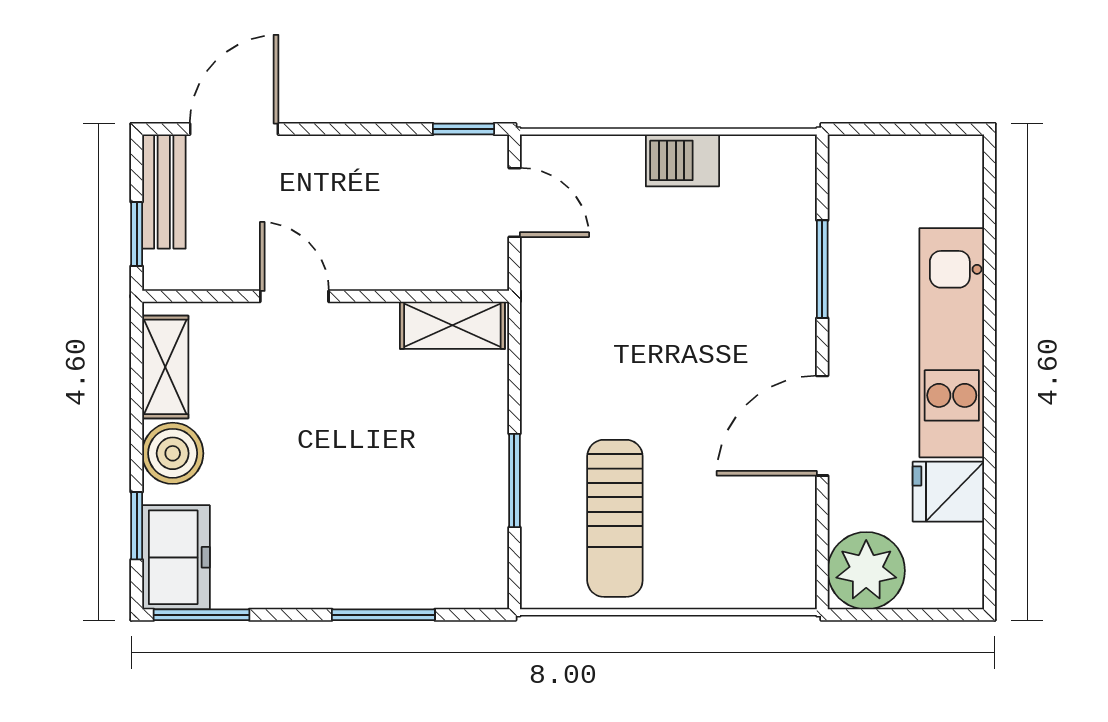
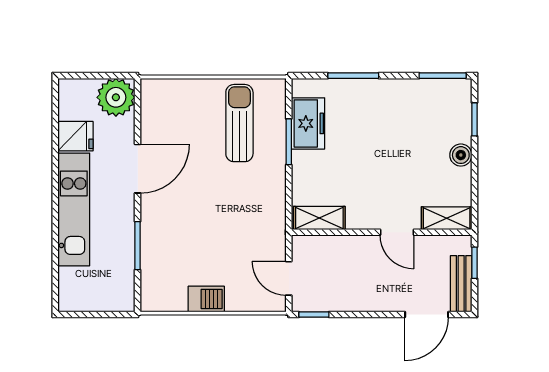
shelving: (165, 367) -> (447, 218), moved, turned 90
boiler: (173, 453) -> (461, 155), width x0.73, depth x0.73
freezer: (176, 557) -> (308, 123), moved, turned 180

